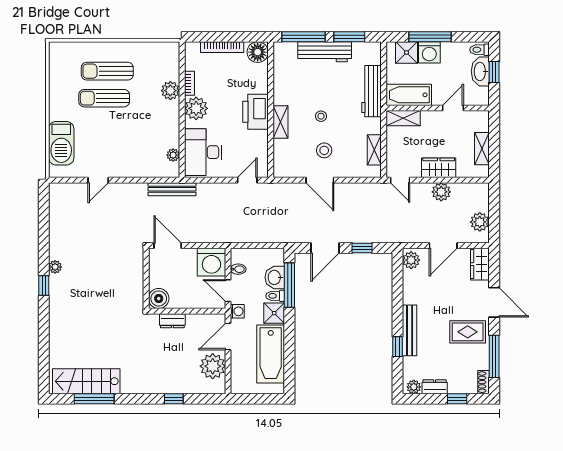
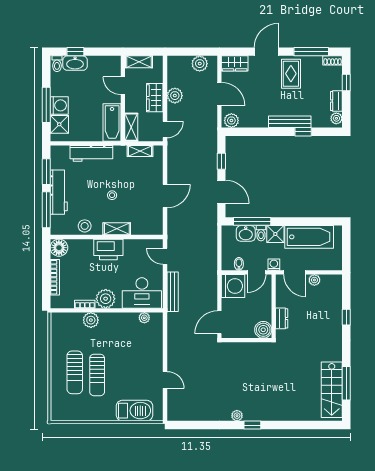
bathtub: (409, 95) -> (112, 122), moved
wall: (438, 108) -> (123, 99), moved
door: (453, 108) -> (123, 86), moved
shelving: (403, 118) -> (131, 127), moved
stool: (324, 150) -> (85, 226), moved
bench: (172, 189) -> (173, 292), moved
plant: (213, 366) -> (314, 280), width x0.53, depth x0.53

